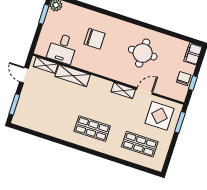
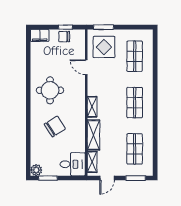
chair: (94, 39) -> (55, 126), turned 58
desk: (62, 48) -> (73, 164), moved
round table: (143, 53) -> (50, 90), moved
shelving: (123, 90) -> (92, 107), moved
shop shelf: (45, 113) -> (135, 149), added

